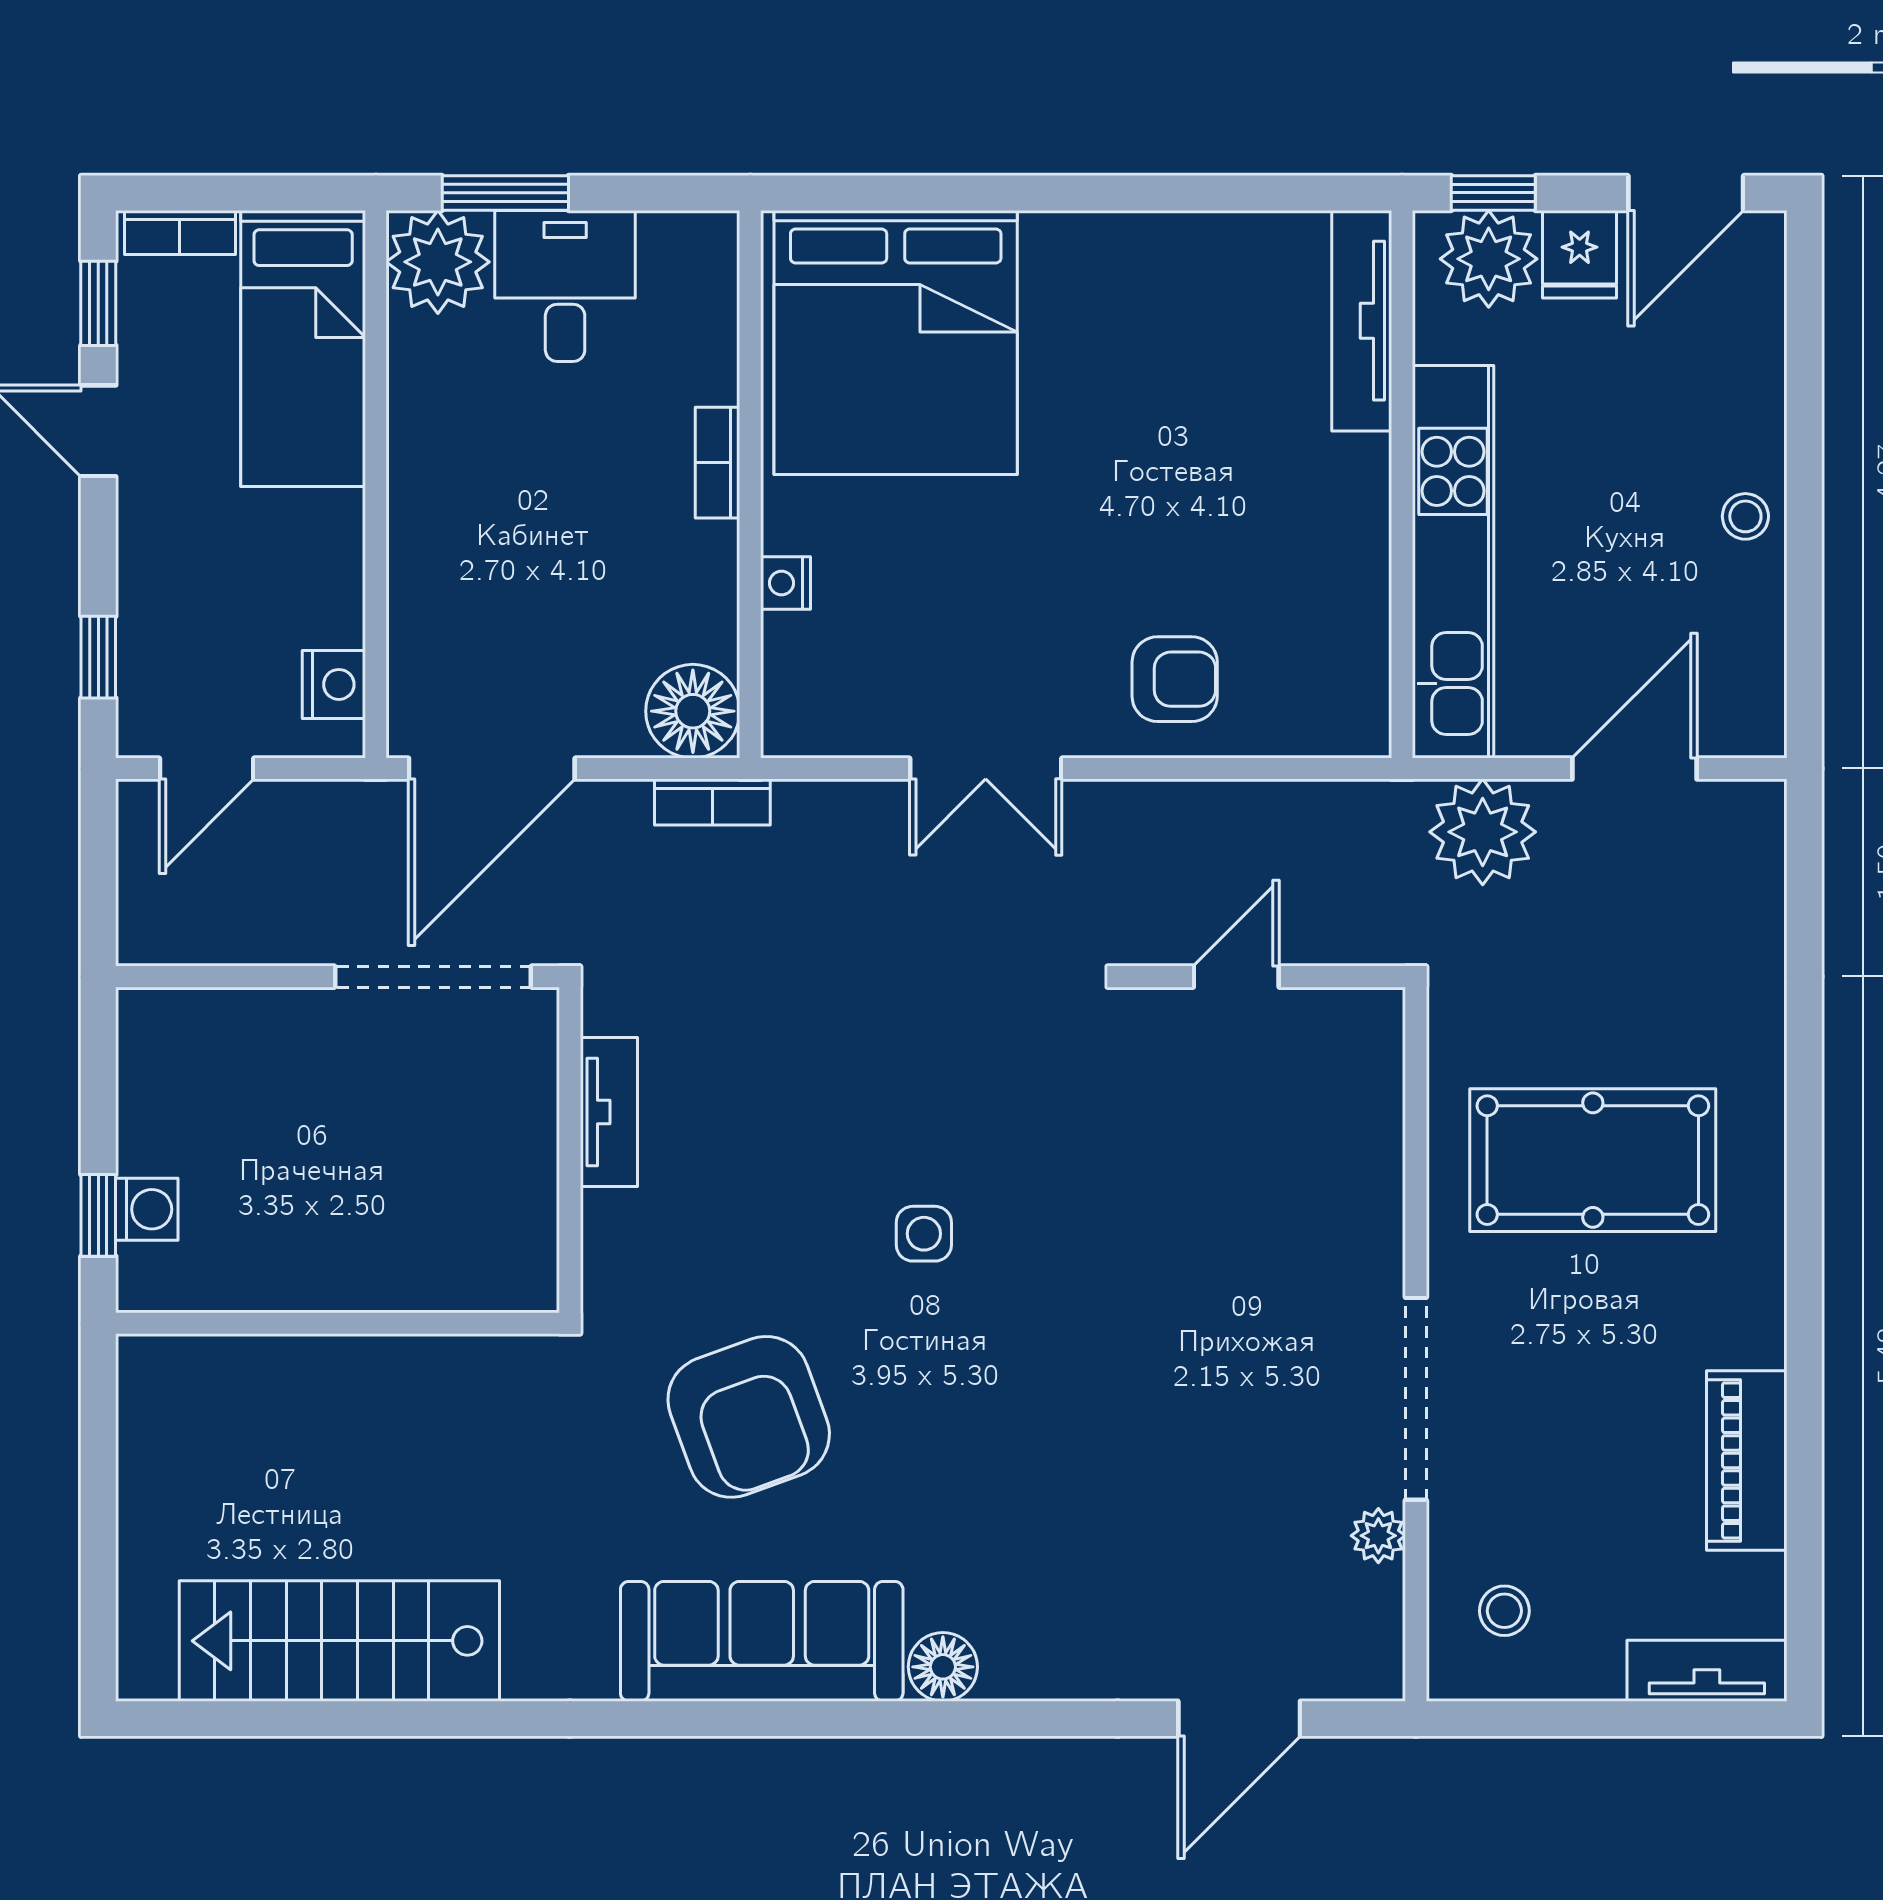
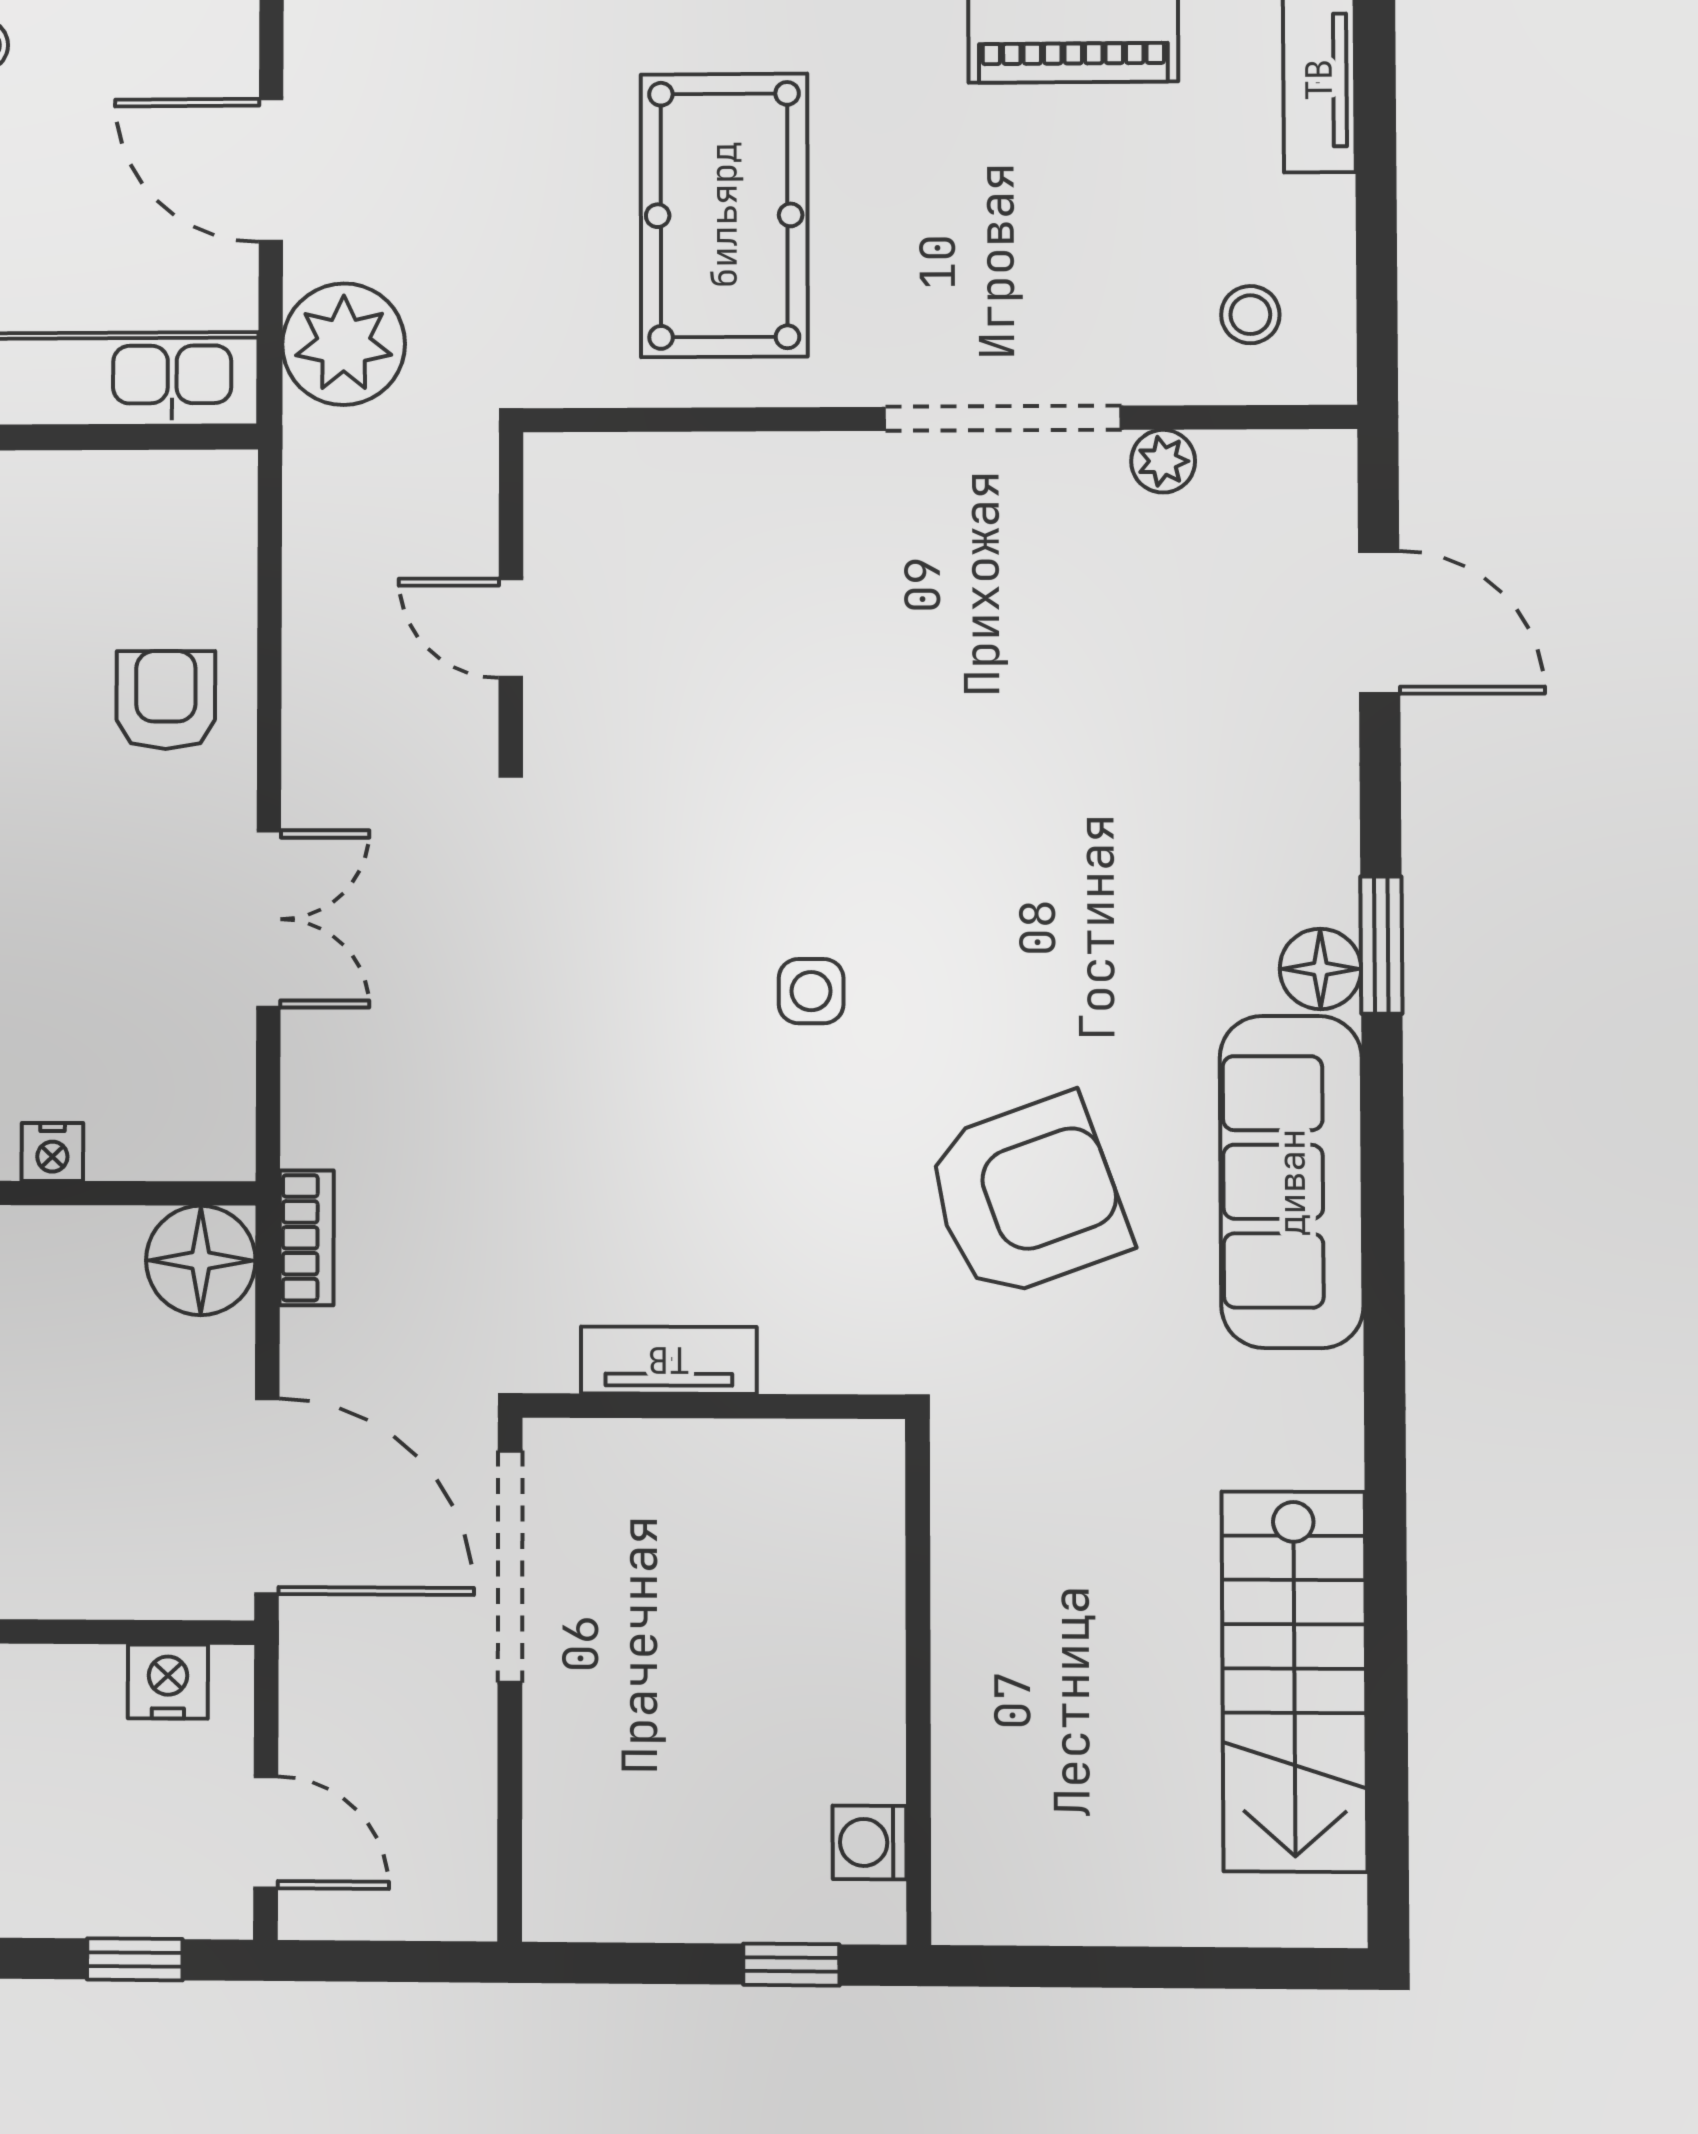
washing machine: (147, 1209) -> (870, 1842), moved, turned -90
window: (963, 1719) -> (1381, 945), added

